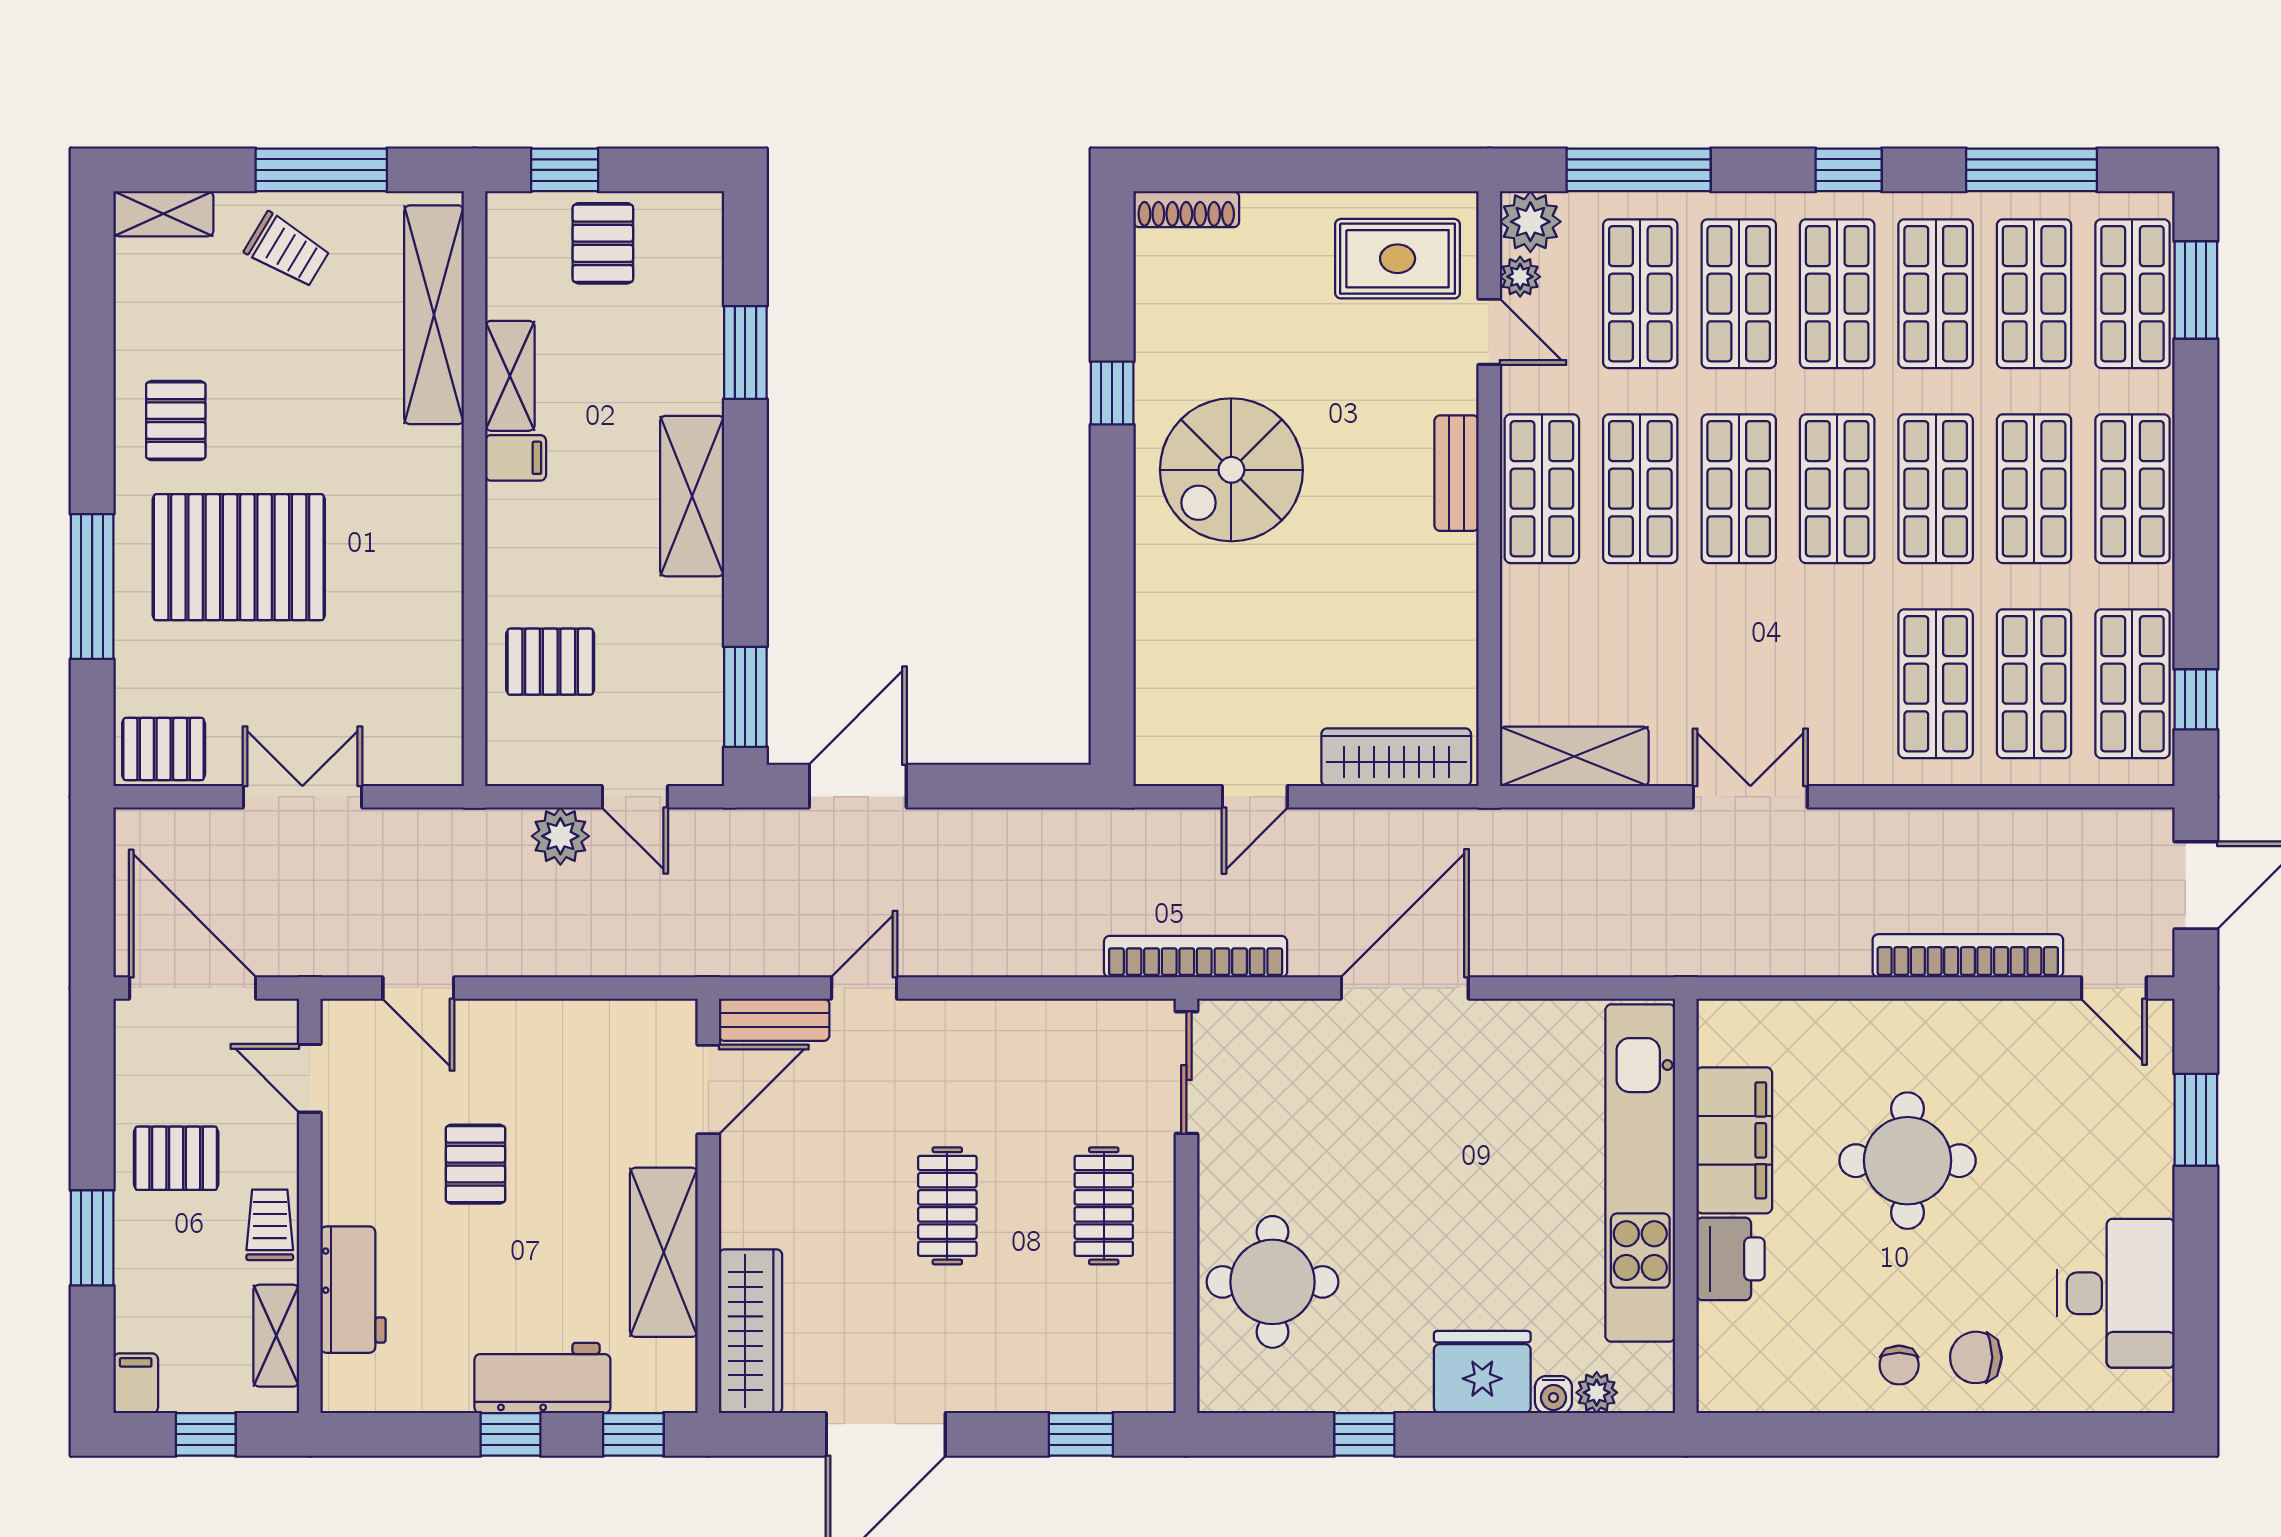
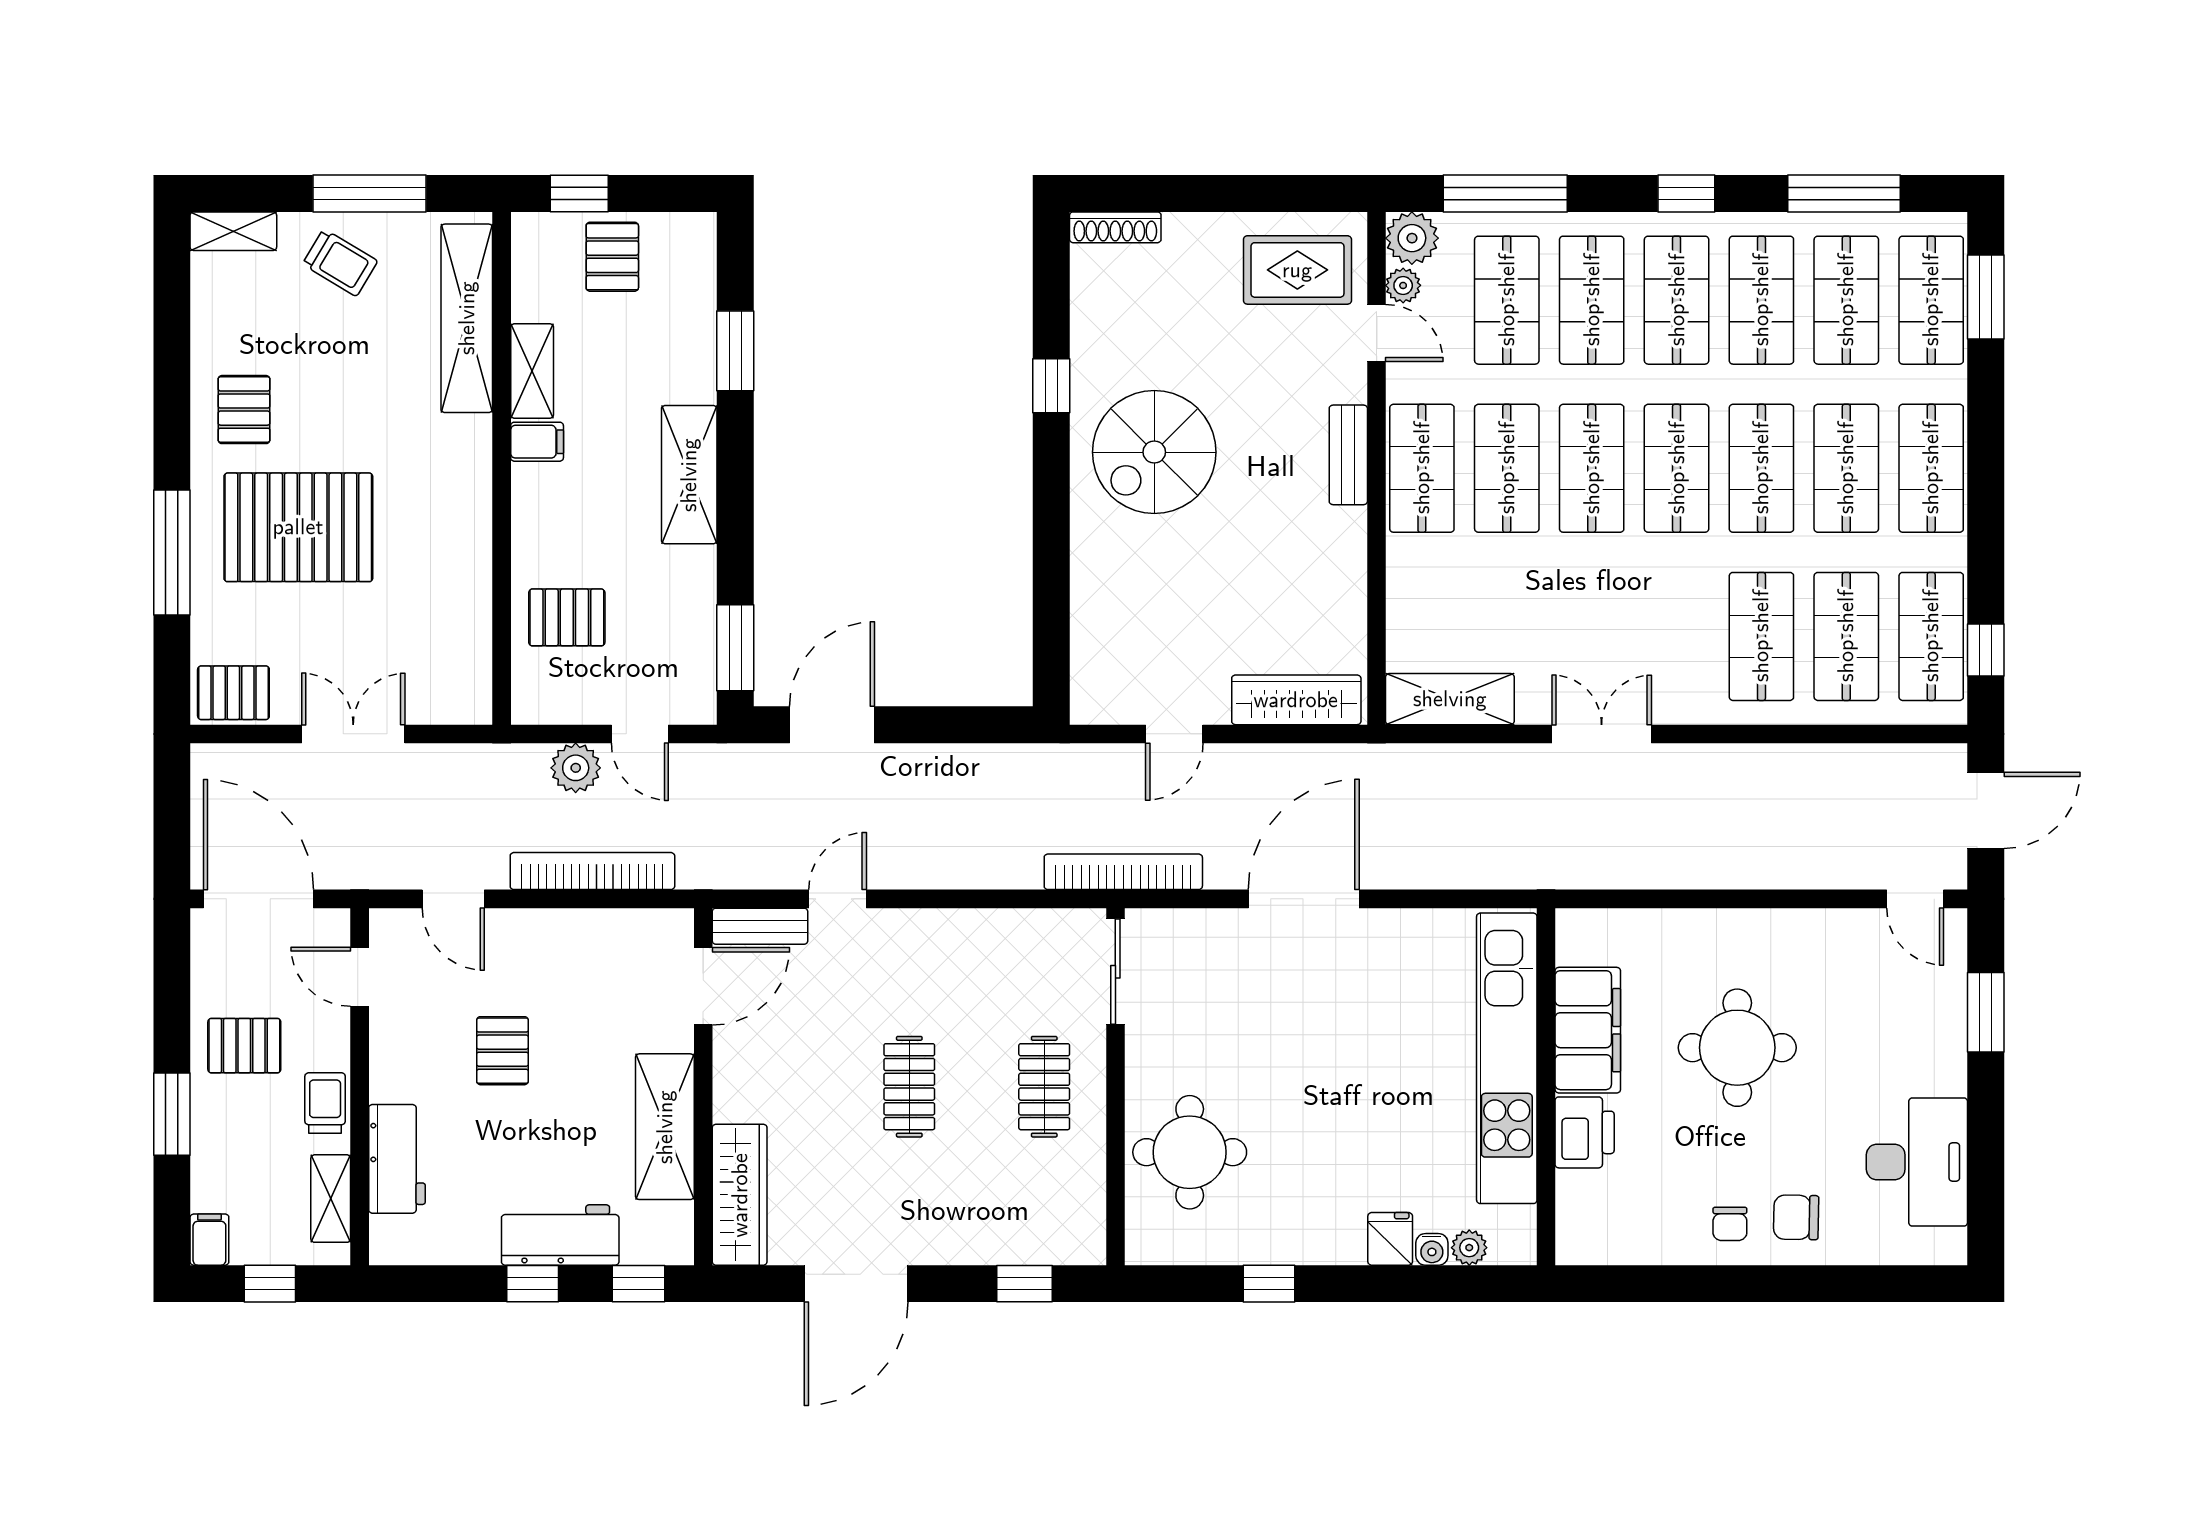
bookcase: (1968, 956) -> (592, 871), moved
fridge: (1482, 1372) -> (1390, 1239), width x0.53, depth x0.75

